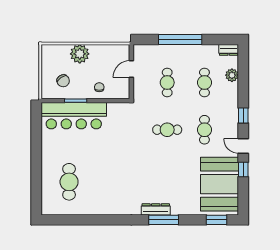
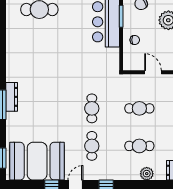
cafe table: (204, 130) -> (92, 146), turned 90

